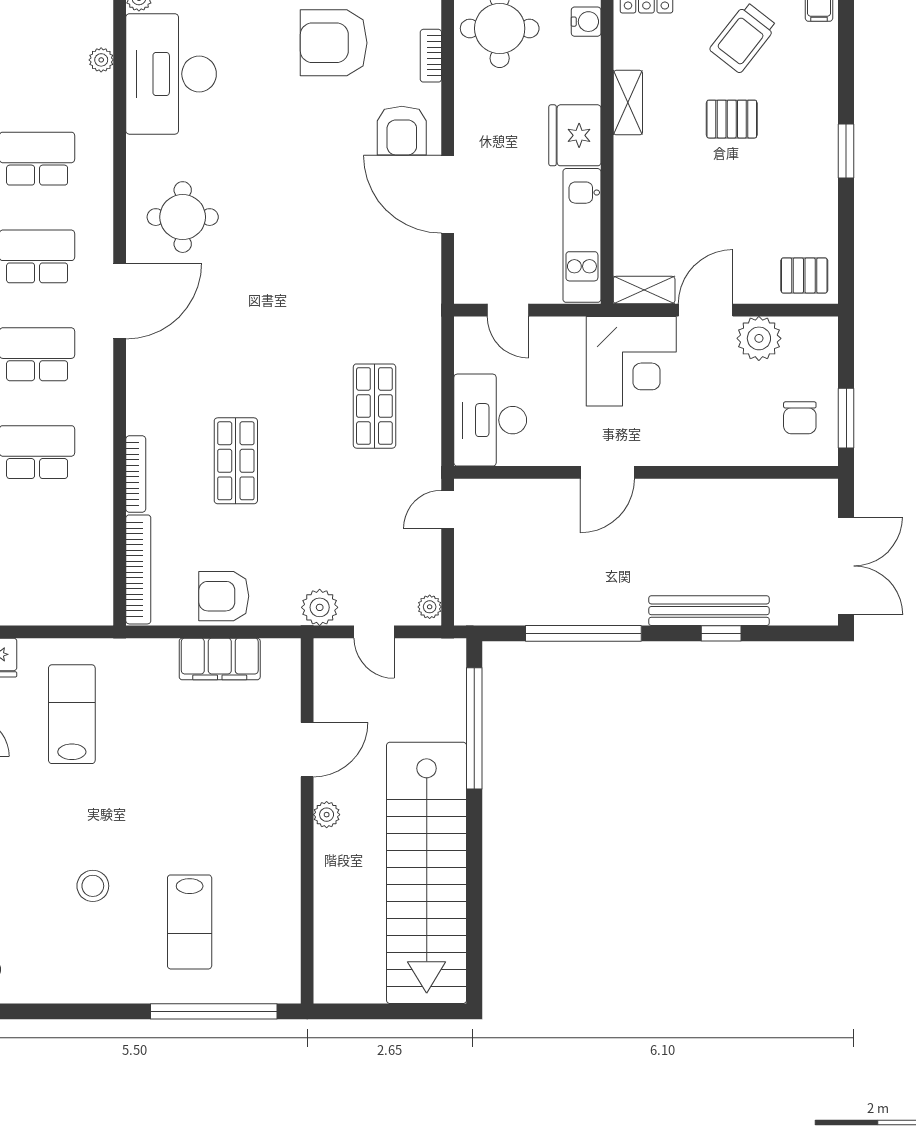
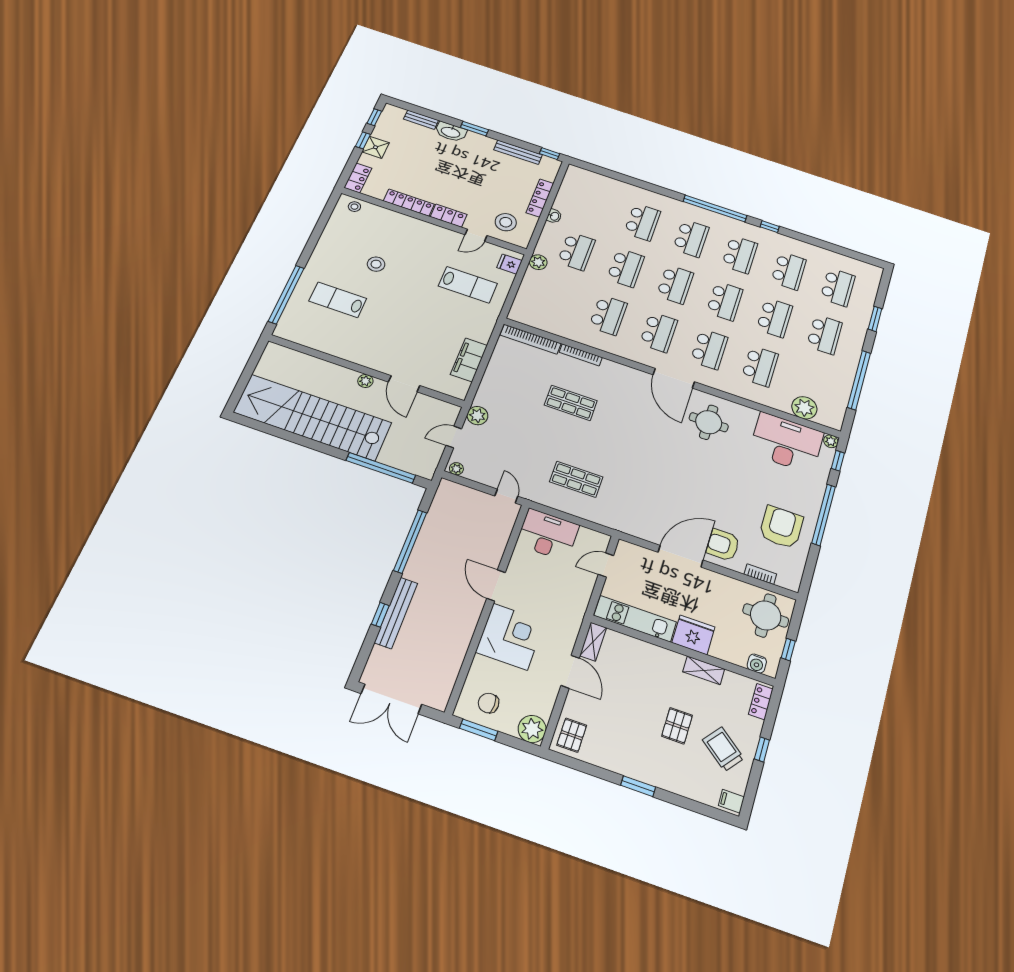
plant: (101, 60) -> (804, 408), width x1.87, depth x1.87
plant: (759, 338) -> (532, 729), moved
corner desk: (631, 361) -> (510, 637), moved, turned 180
armchair: (224, 596) -> (501, 373), removed

